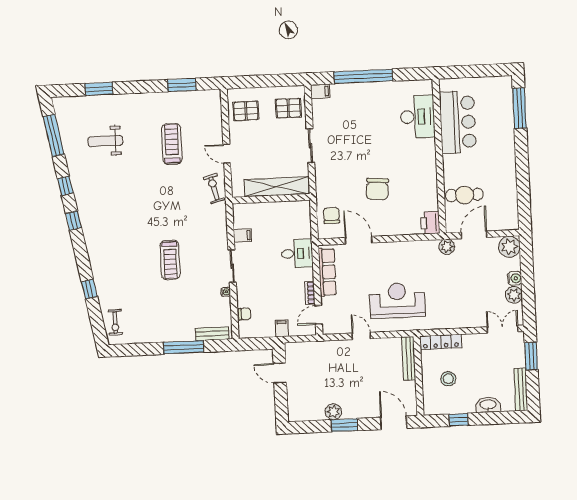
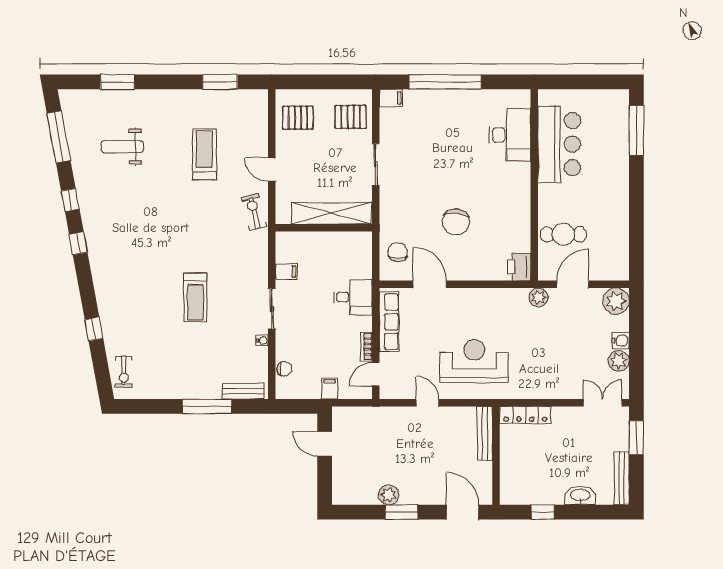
stool: (448, 379) -> (533, 461), removed

